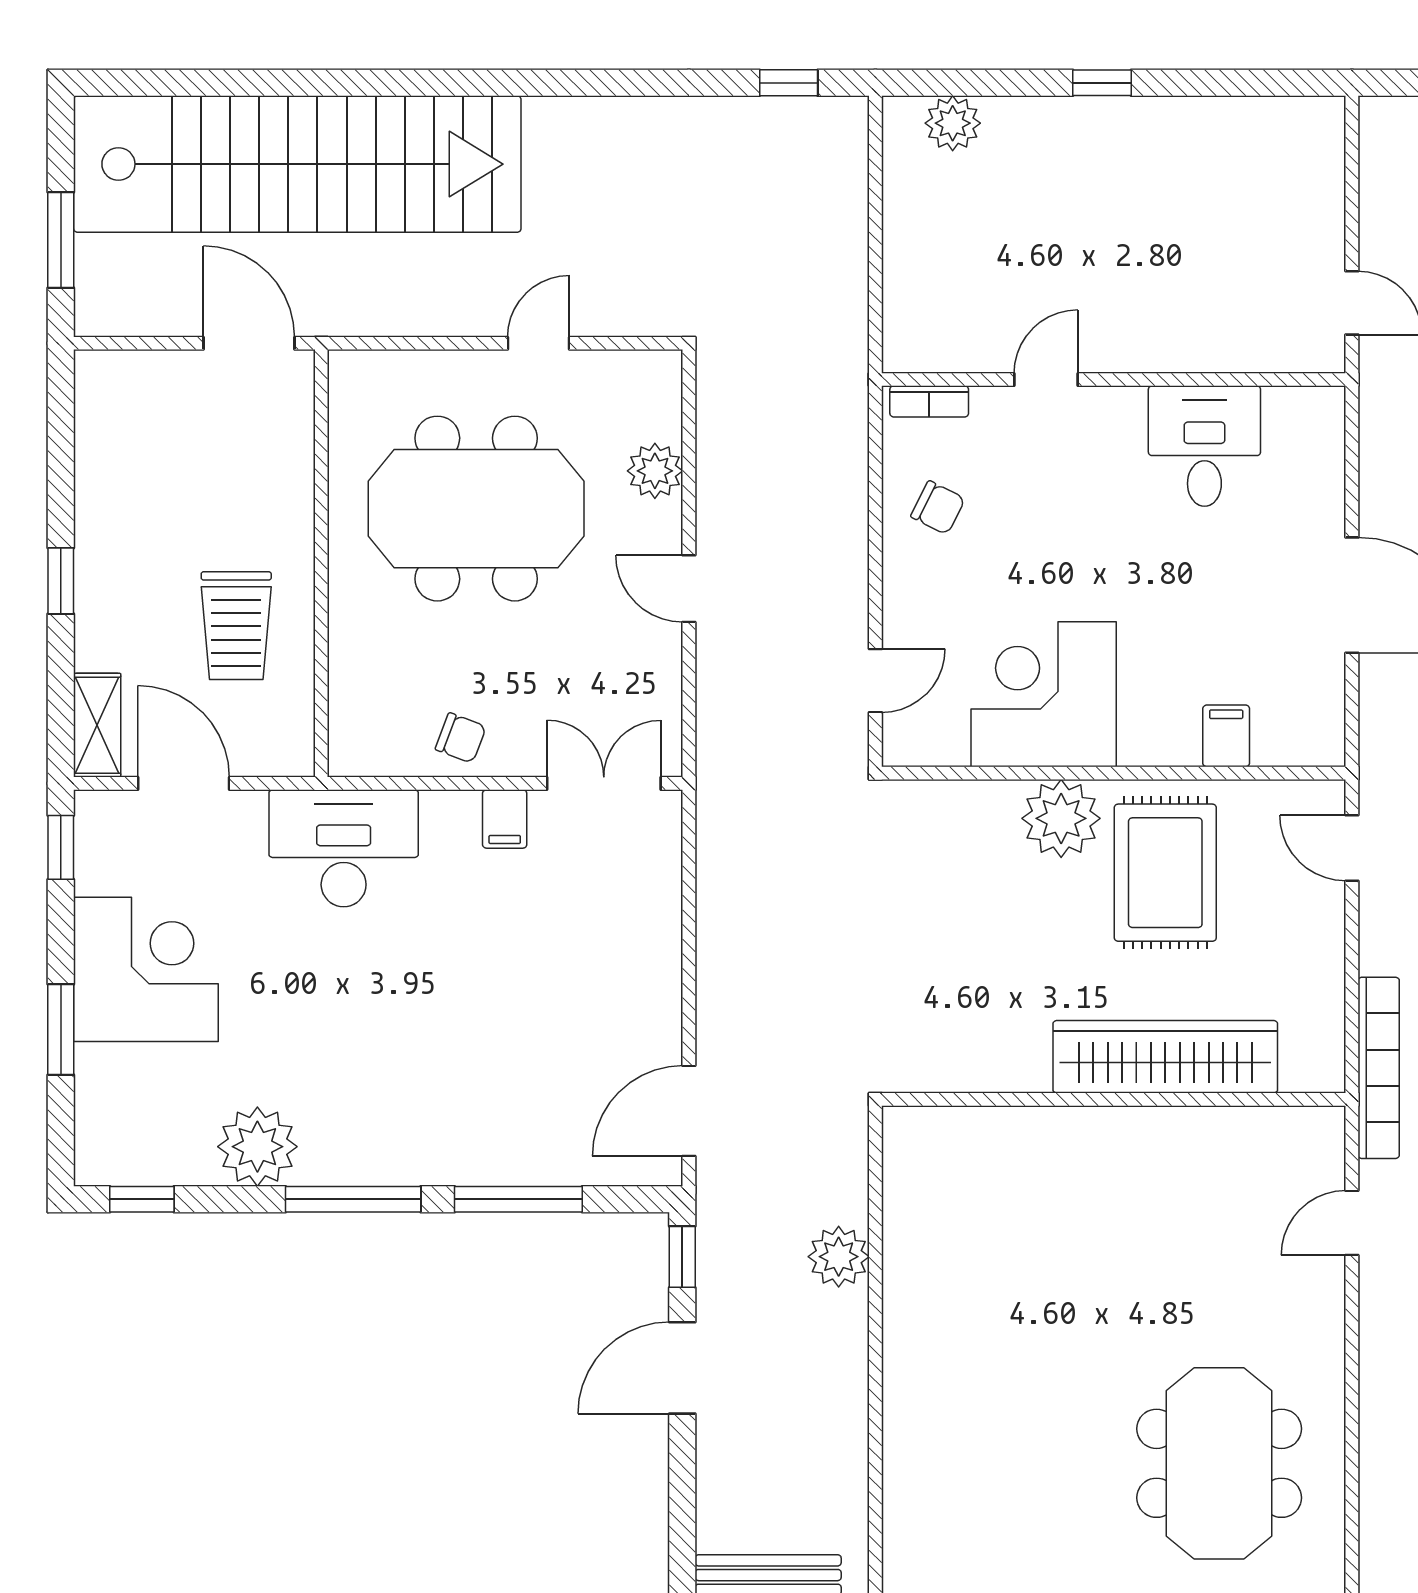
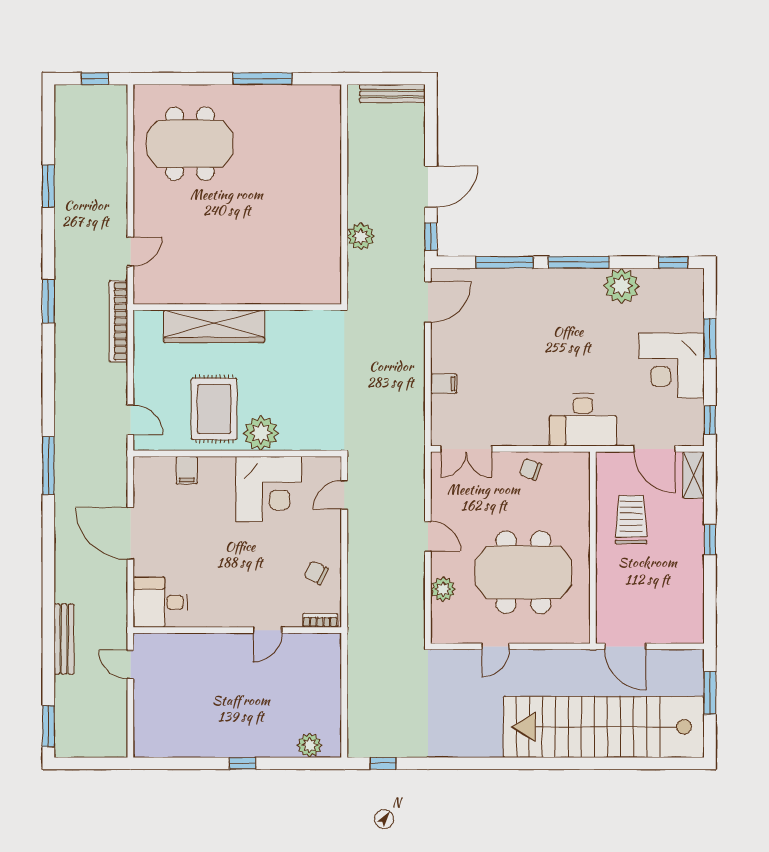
desk: (1204, 446) -> (160, 602), moved, turned 90
filing cabinet: (505, 819) -> (444, 384), moved, turned 90
meeting table: (1219, 1463) -> (190, 144), turned 90

